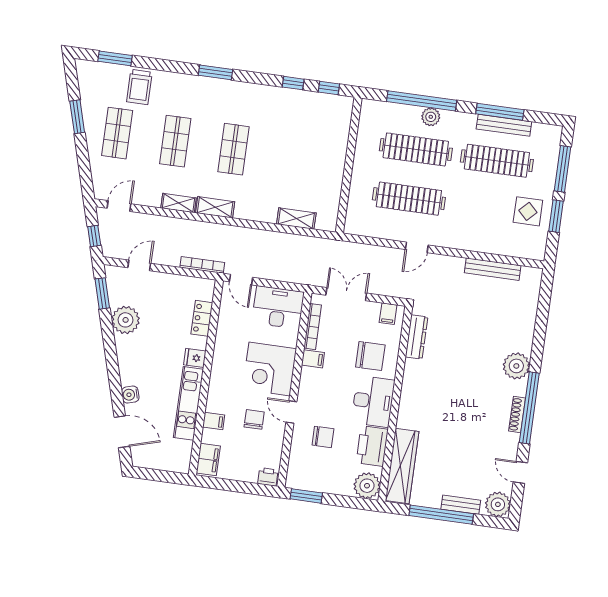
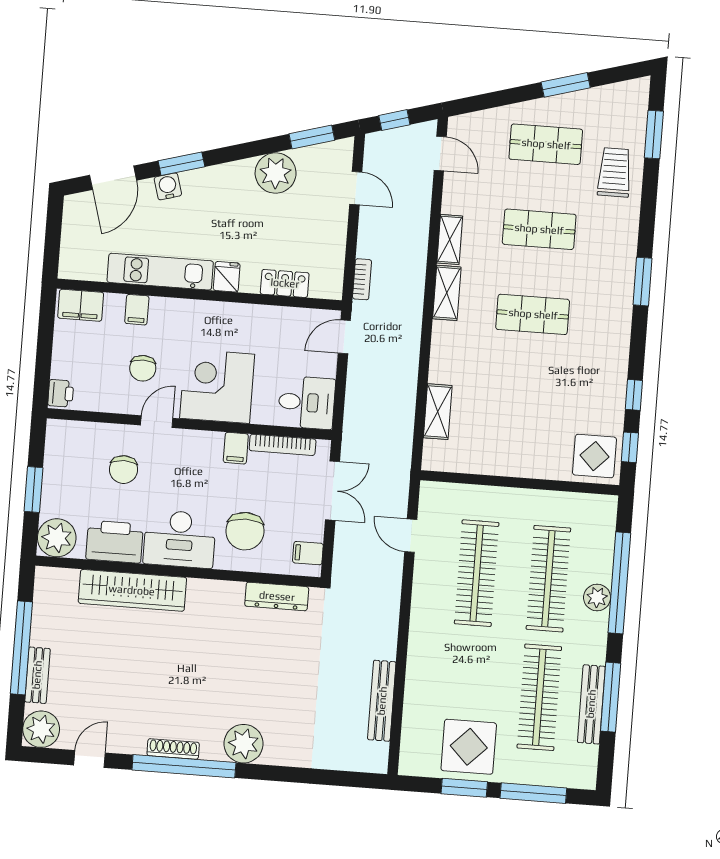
trolley: (139, 87) -> (615, 172), turned 90
display table: (333, 113) -> (594, 456), added
display table: (528, 211) -> (469, 747), width x1.36, depth x1.36
door: (417, 247) -> (411, 536), moved
bookcase: (202, 265) -> (362, 279), width x0.64
desk: (278, 307) -> (307, 402), width x0.73
window: (115, 384) -> (181, 164), added
chair: (254, 419) -> (143, 368), turned 90
wardrobe: (402, 466) -> (132, 590), moved
window: (306, 496) -> (34, 489), moved

